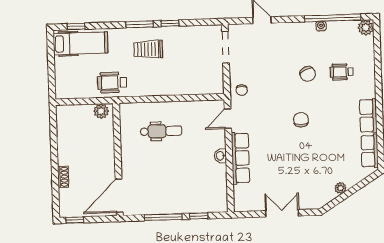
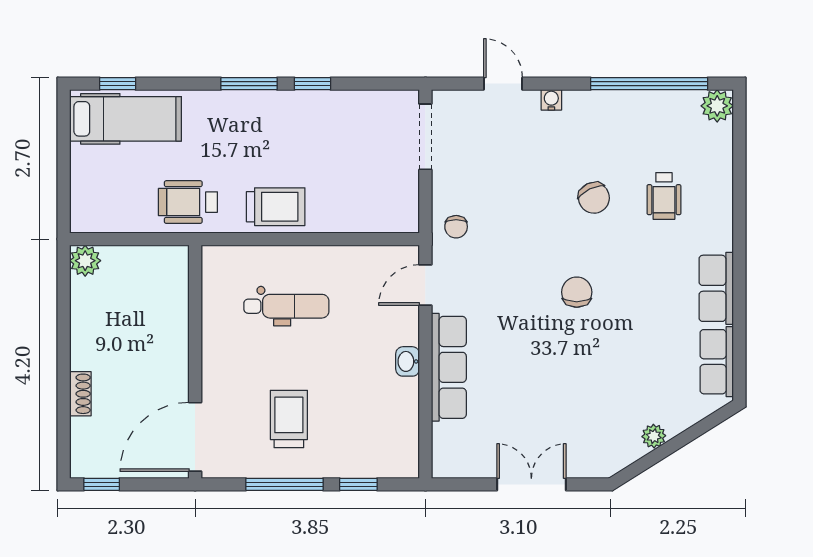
water cooler: (321, 26) -> (551, 100), moved
trolley: (148, 49) -> (276, 207), moved, turned 180
wheelchair: (341, 72) -> (664, 196), turned -90
plant: (101, 111) -> (85, 261), moved
trolley: (164, 186) -> (289, 419), added

